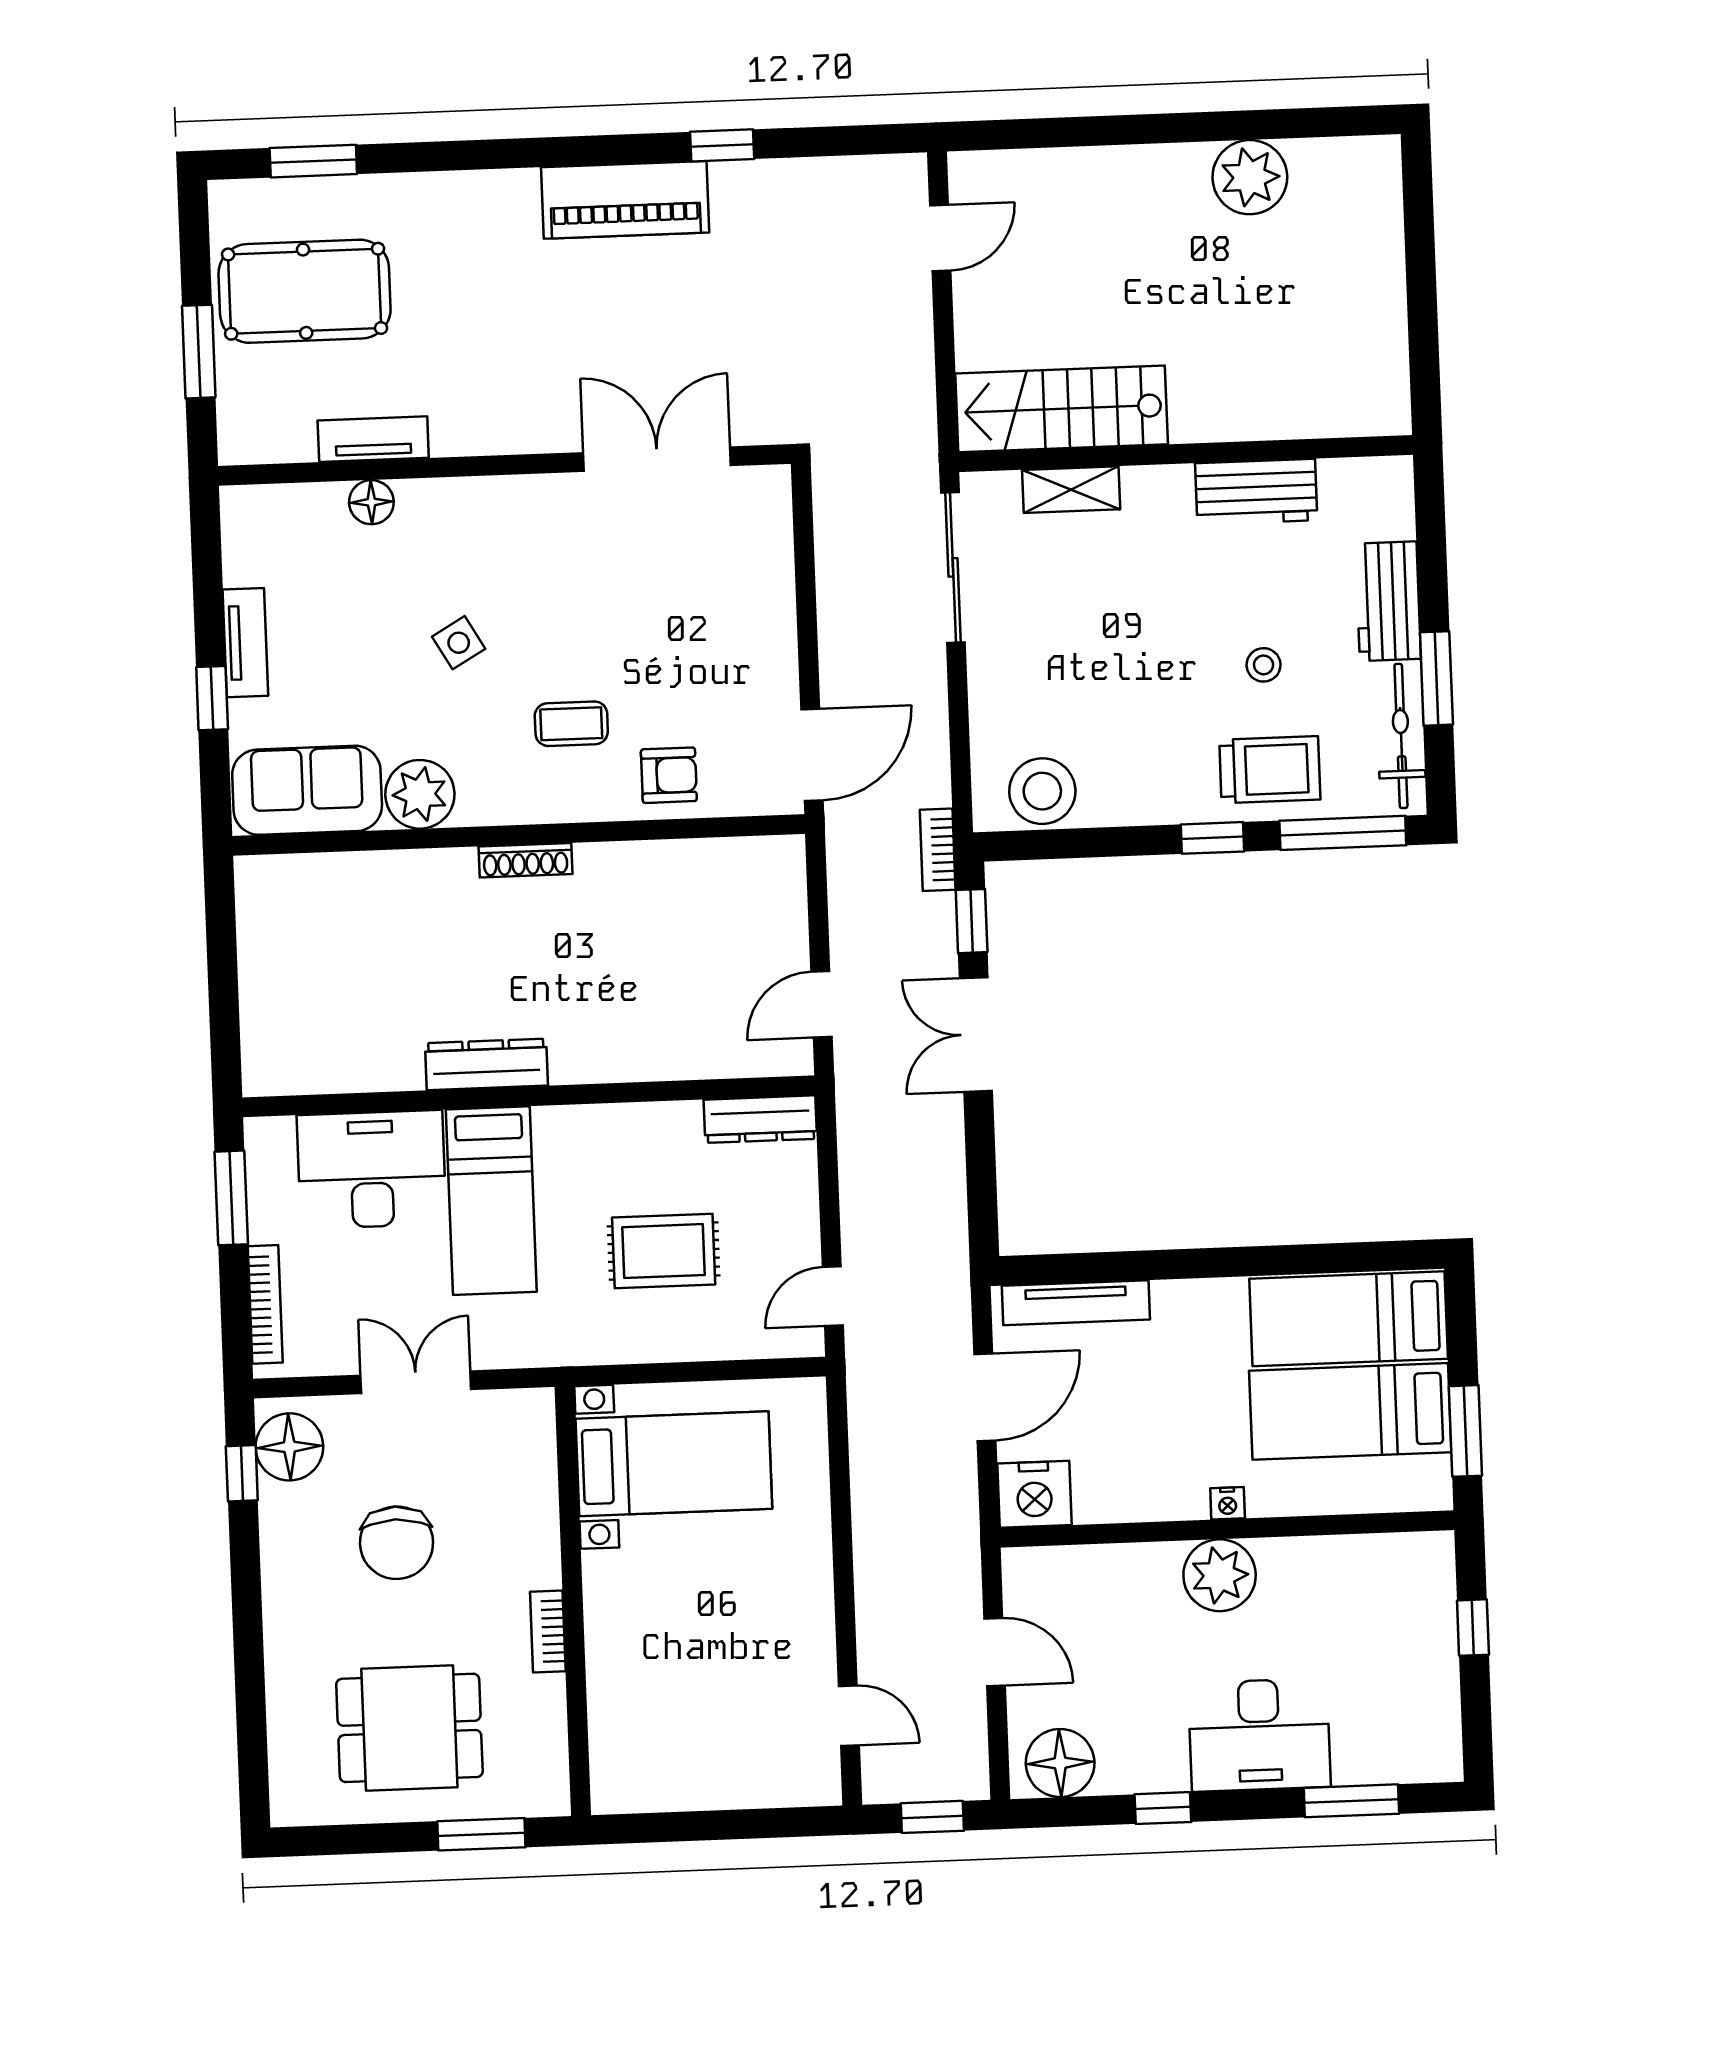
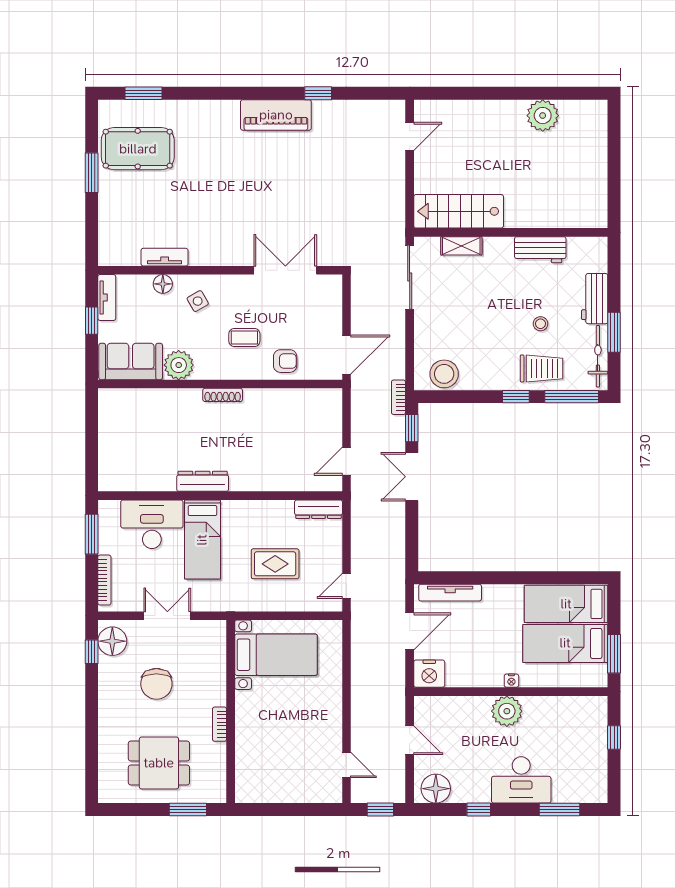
tv unit: (373, 439) -> (165, 257), moved
double door: (657, 459) -> (285, 270), moved
wall: (504, 465) -> (220, 270), moved
floor lamp: (371, 502) -> (163, 284), moved

